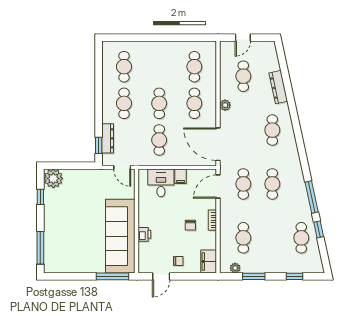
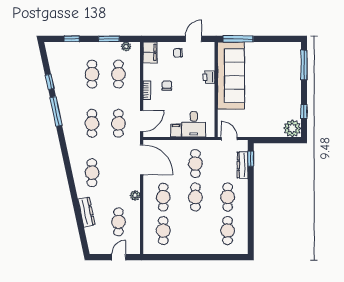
cafe table: (301, 238) -> (92, 74), moved

